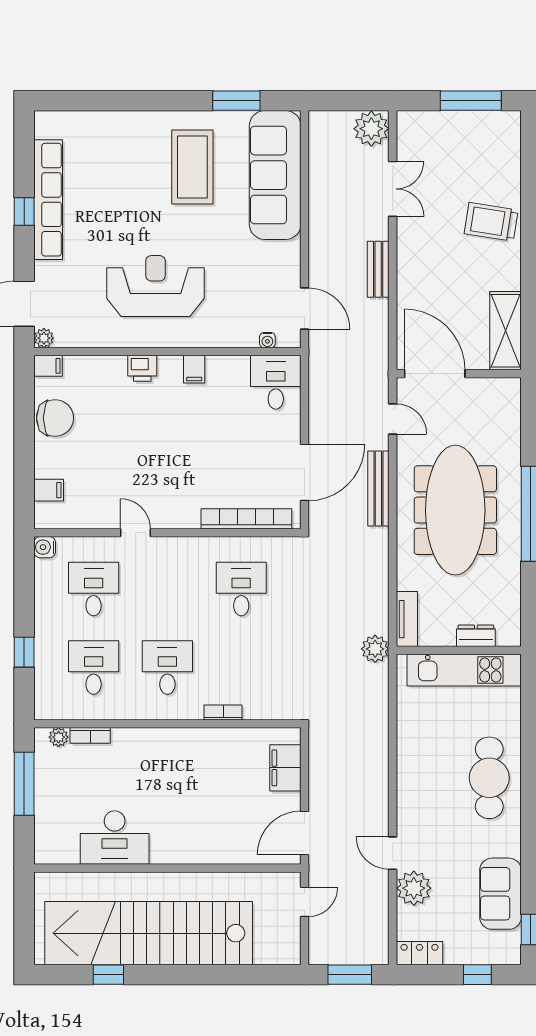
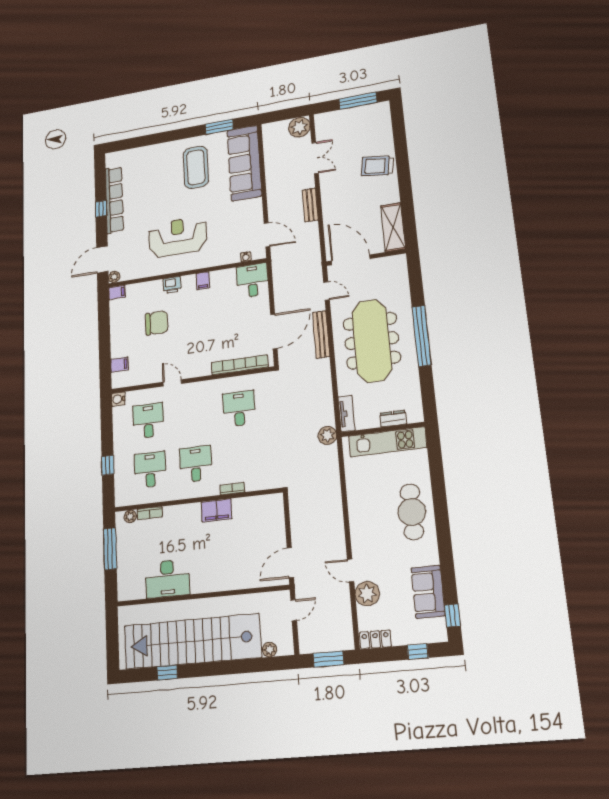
chair: (55, 418) -> (157, 323), moved
filing cabinet: (285, 768) -> (217, 510), moved, turned -90
plant: (265, 954) -> (270, 650), added

